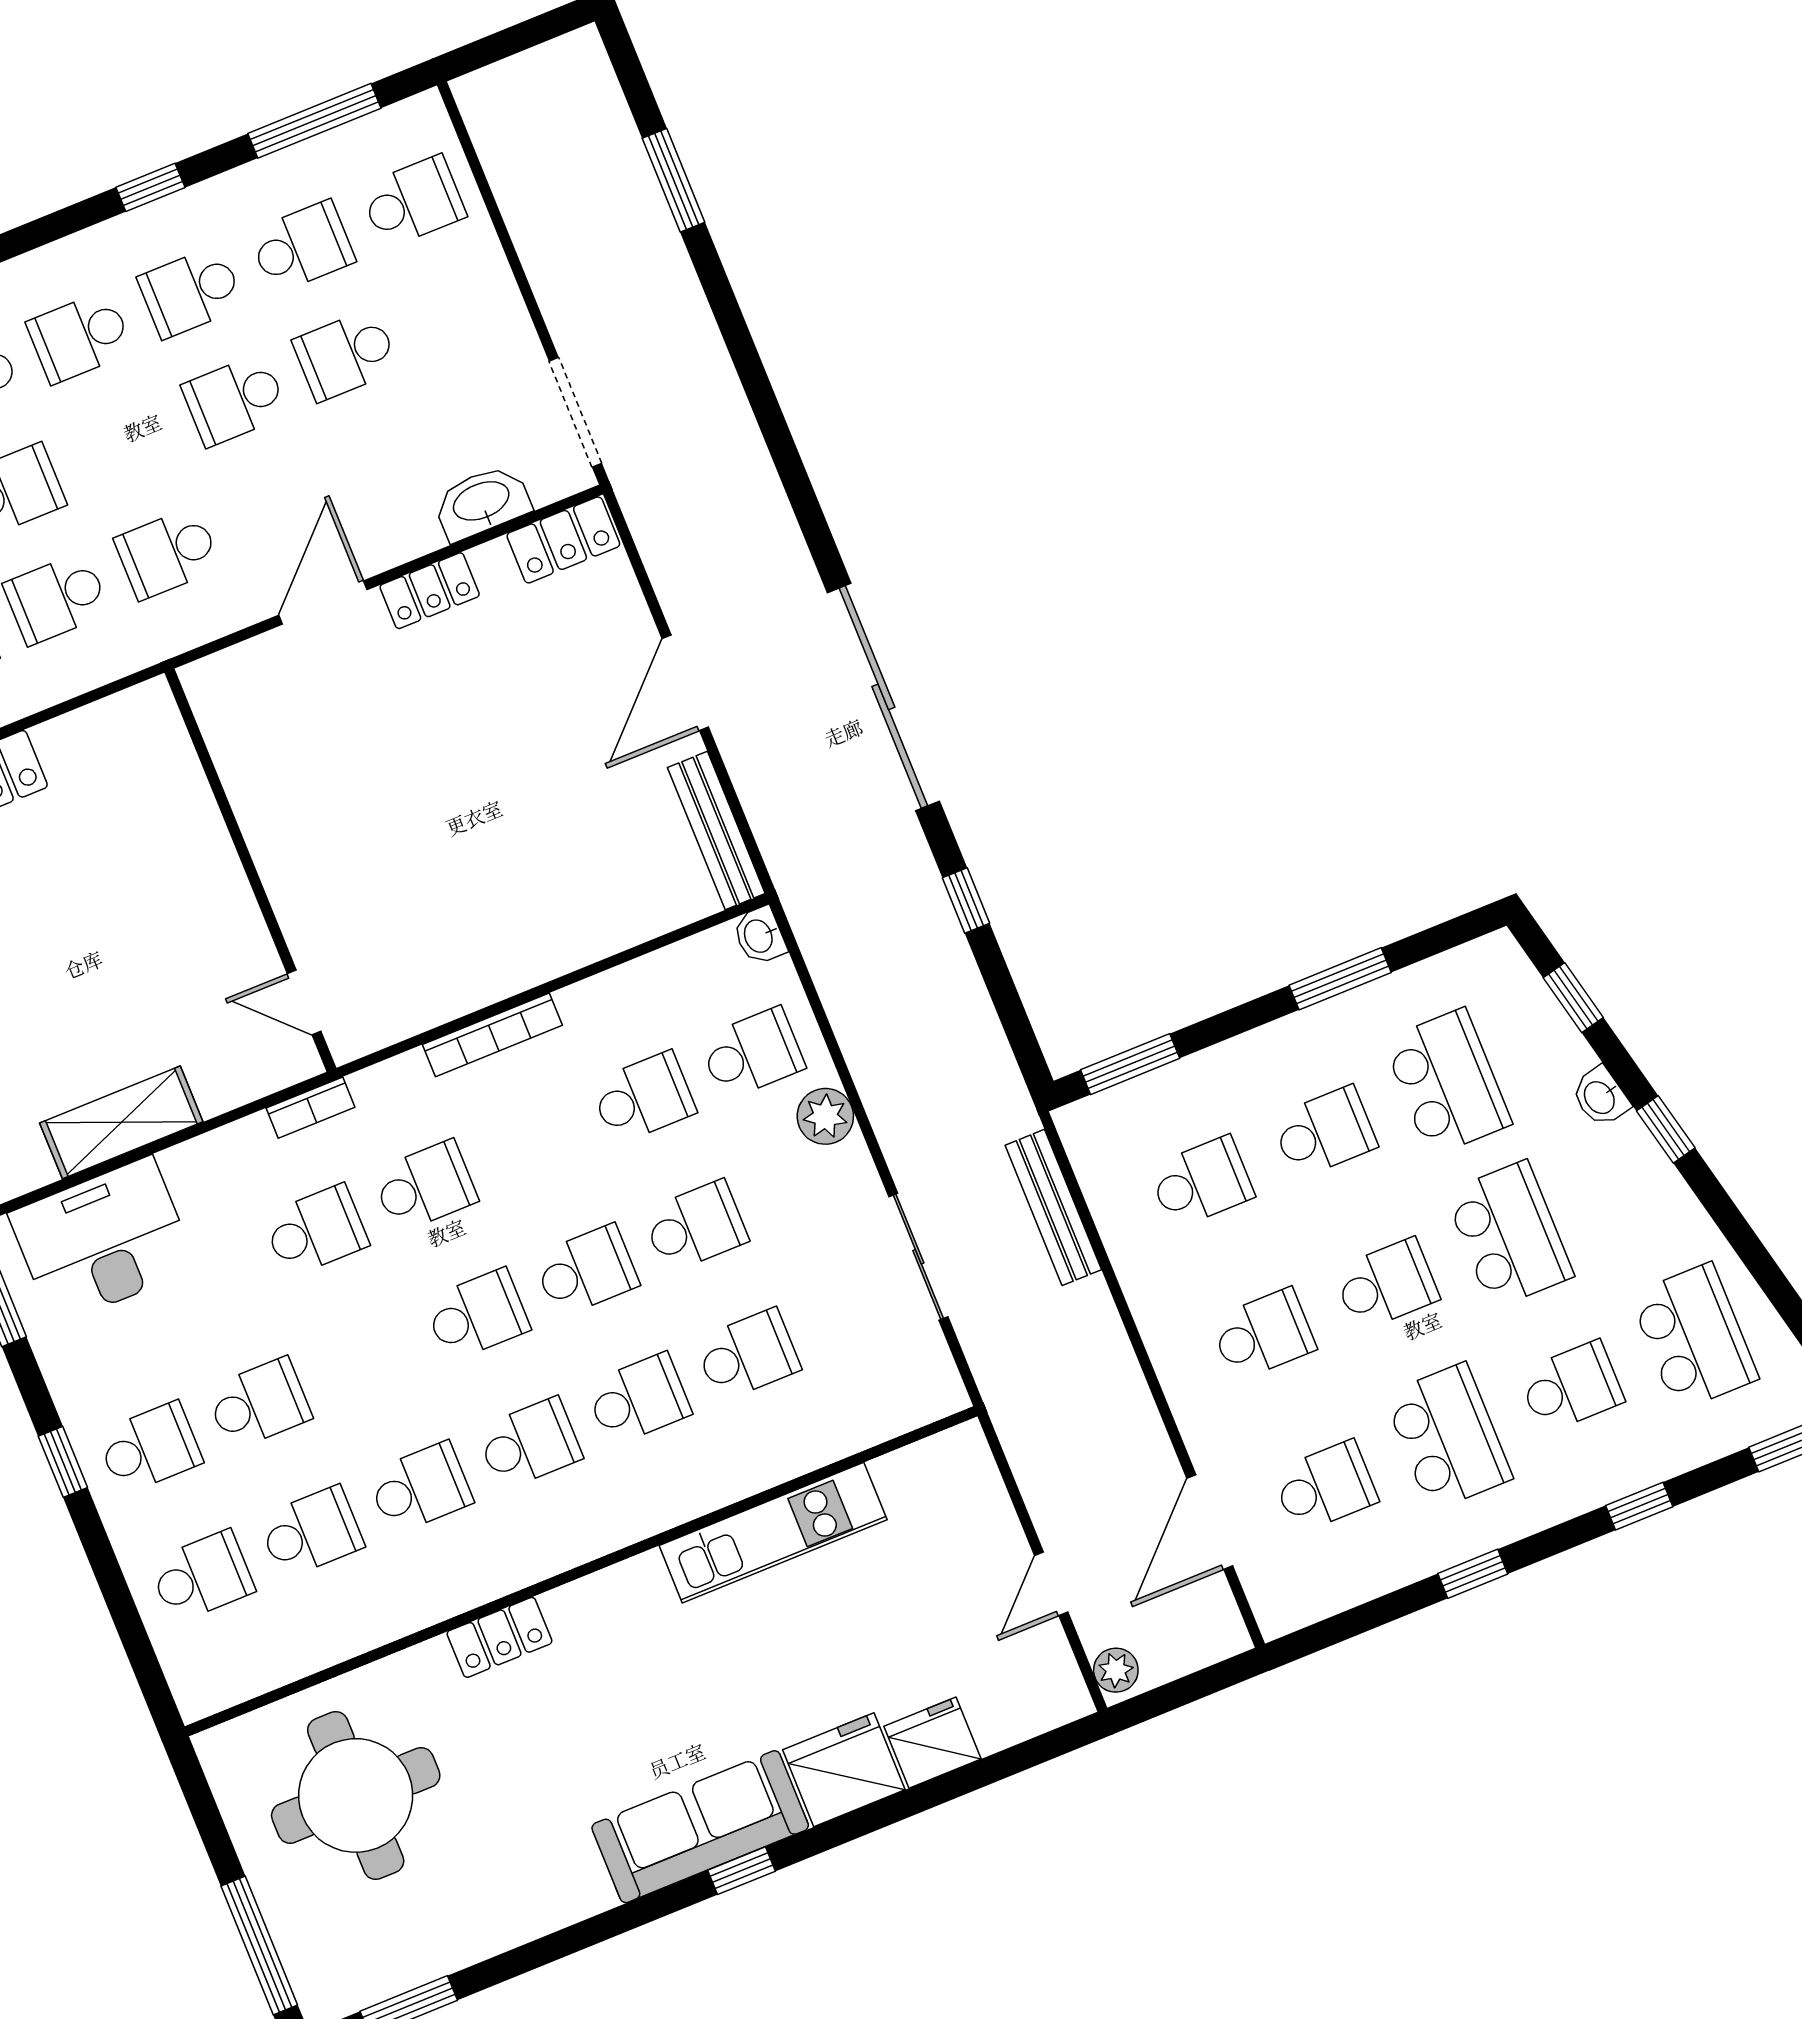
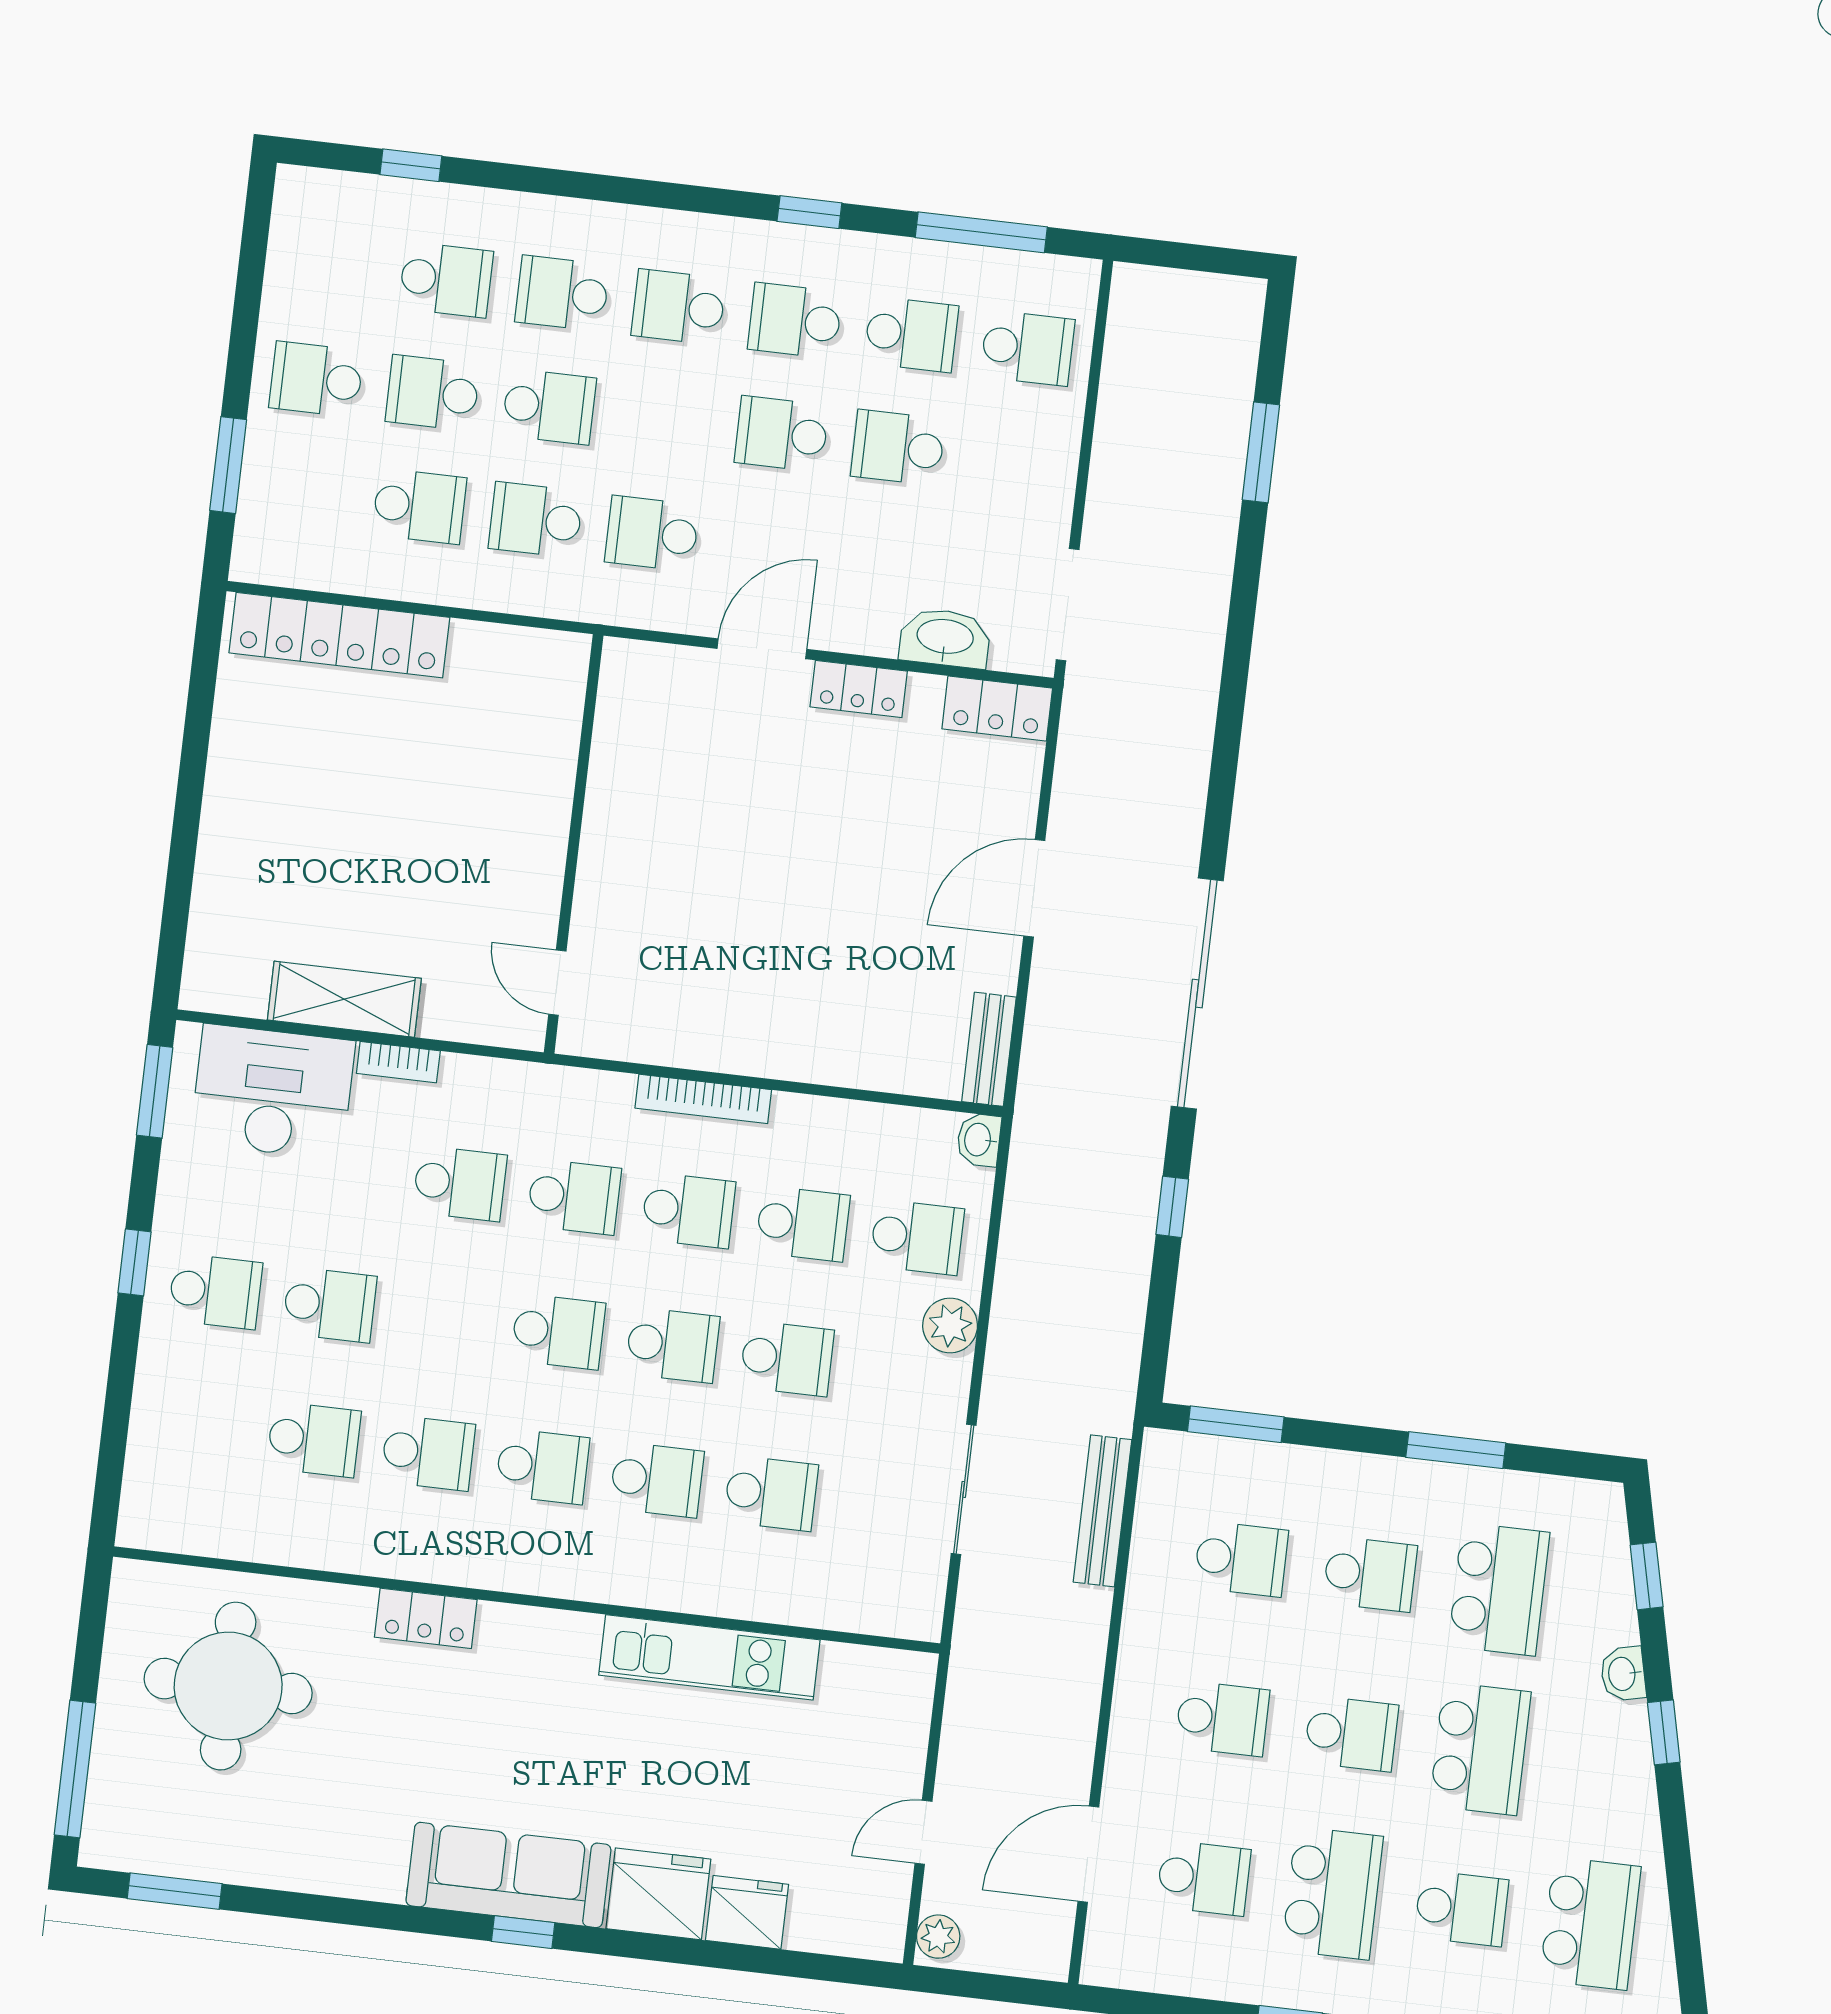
bench: (716, 831) -> (989, 1049), width x0.73
bookcase: (310, 1108) -> (398, 1062), moved
school desk: (202, 1576) -> (688, 1210), moved

